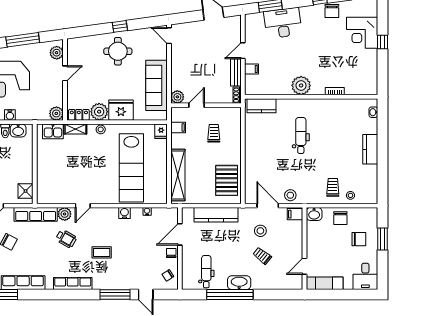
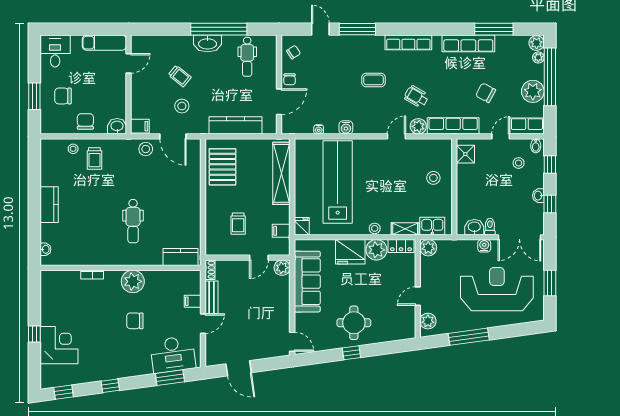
chair: (332, 11) -> (135, 321), moved, turned -90
desk: (283, 23) -> (173, 354), moved
stool: (52, 171) -> (433, 178), added

